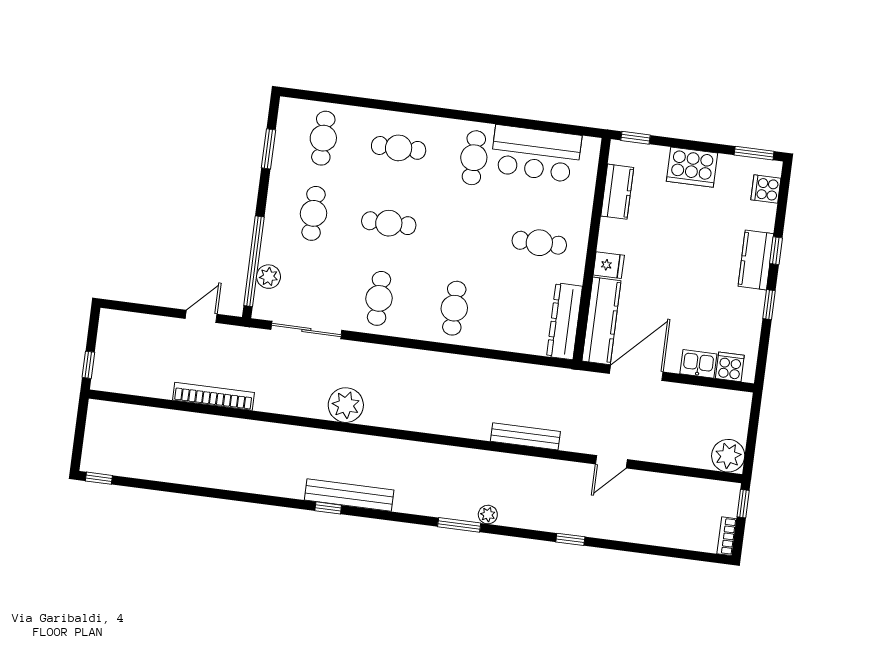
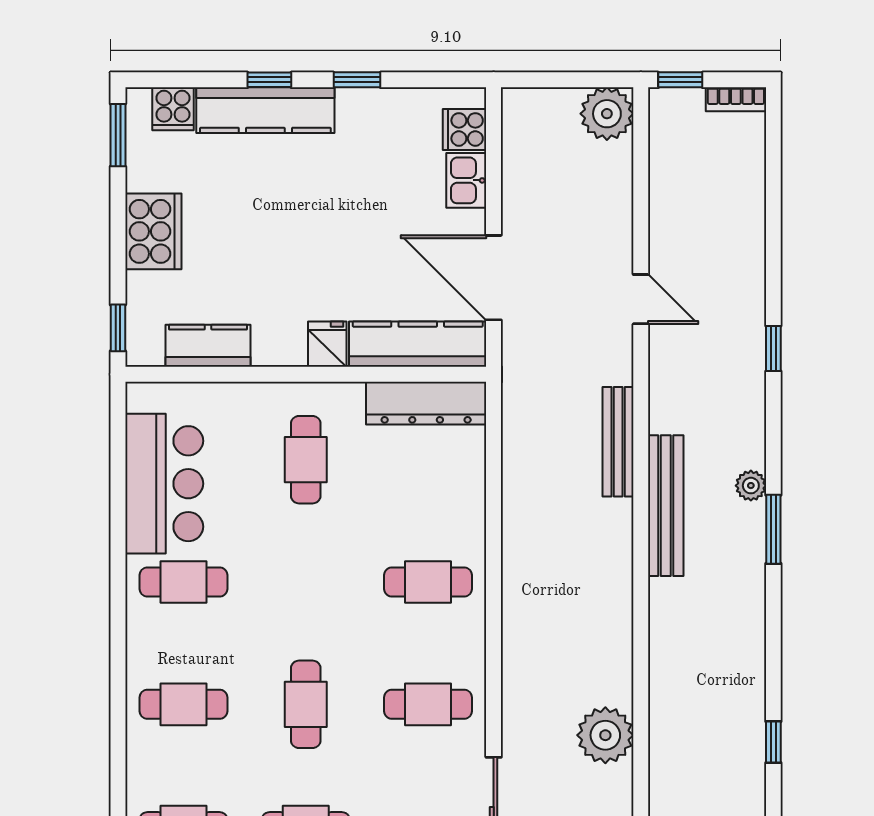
cafe table: (399, 148) -> (183, 704), turned 90
kitchen counter: (756, 260) -> (265, 110), width x1.50
bench: (349, 495) -> (666, 506), moved

